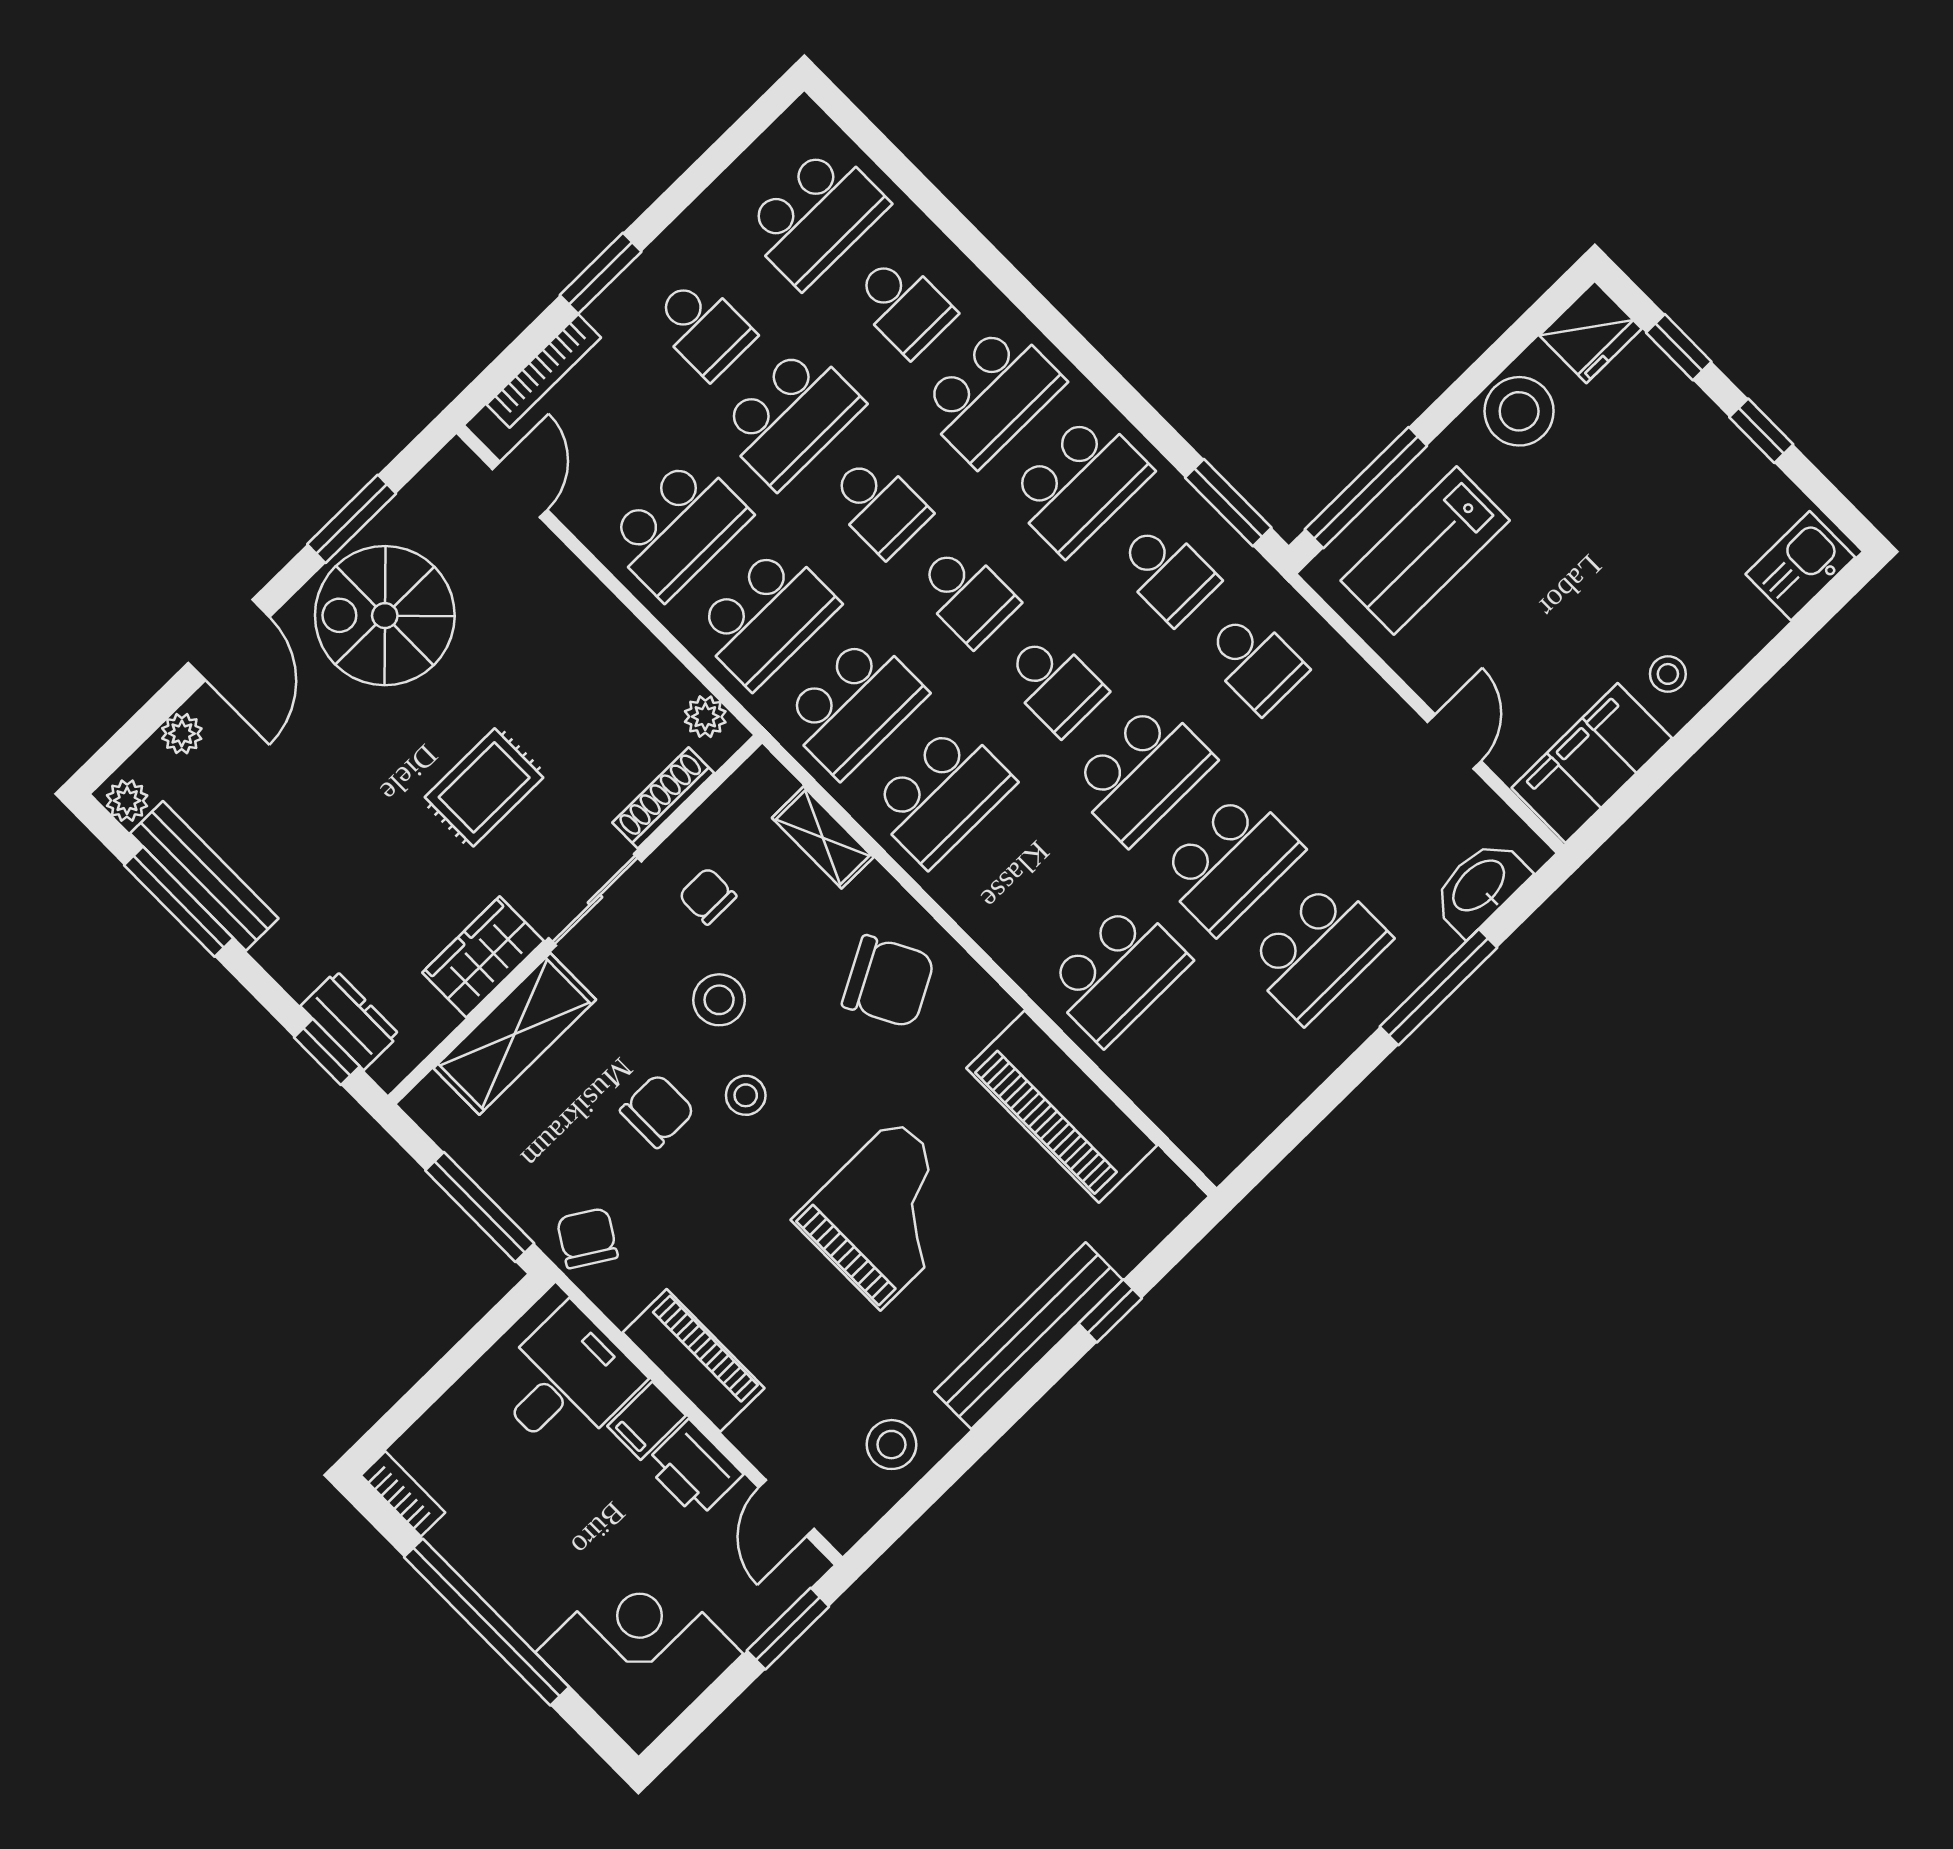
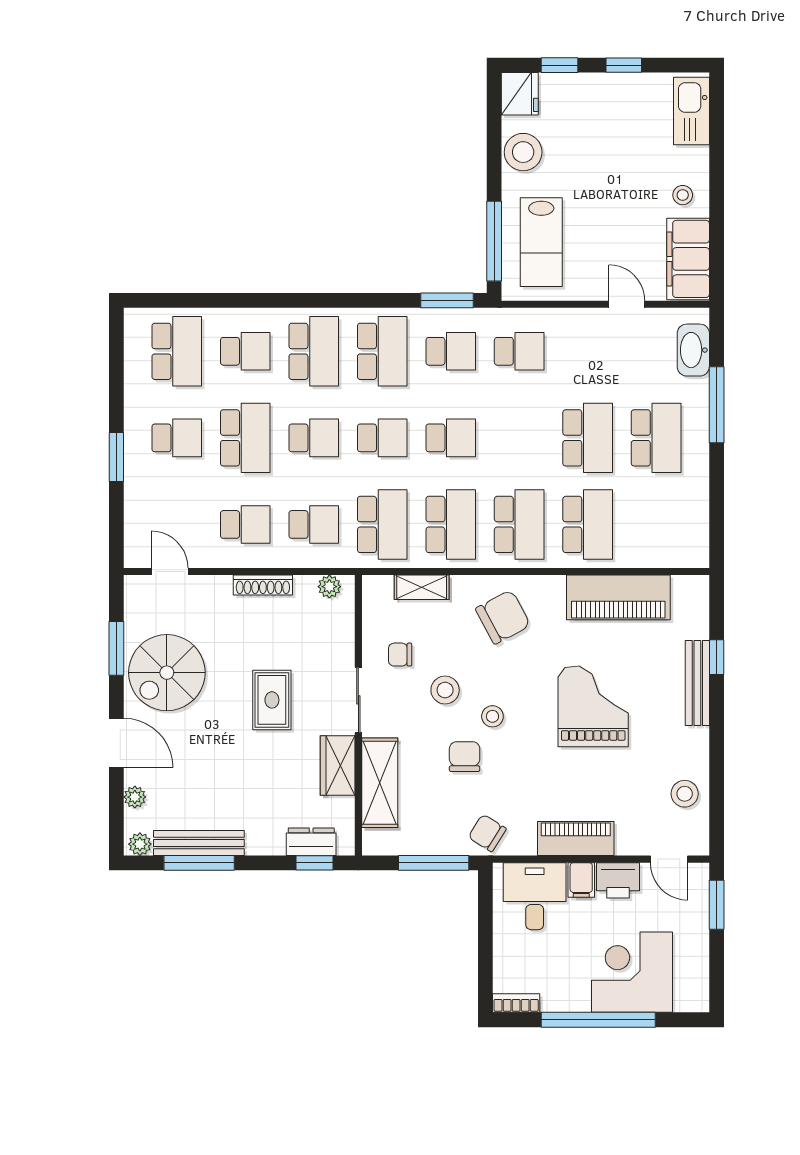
bookcase: (544, 371) -> (133, 517), removed
school desk: (678, 528) -> (245, 524), width x0.54
kitchen sink: (1800, 566) -> (691, 111), width x1.38
school desk: (766, 617) -> (314, 524), width x0.54
school desk: (1142, 773) -> (519, 524), moved
shoe rack: (663, 798) -> (263, 585), moved, turned -90
bench: (1028, 1336) -> (697, 683), width x0.73, depth x0.82
corner desk: (639, 1653) -> (632, 972), moved

